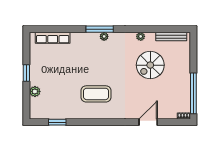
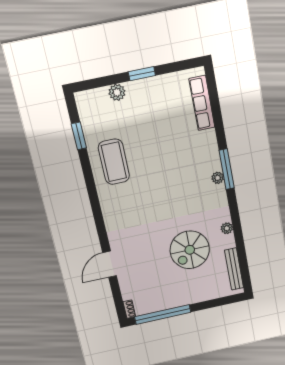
spiral stairs: (150, 65) -> (190, 250), turned -90
coffee table: (96, 94) -> (114, 162), moved
door: (148, 122) -> (110, 264), swing flipped

